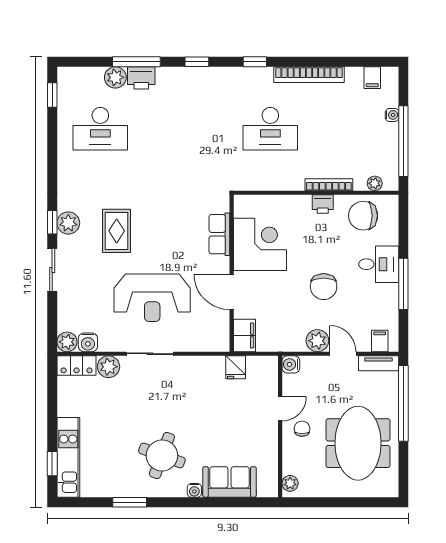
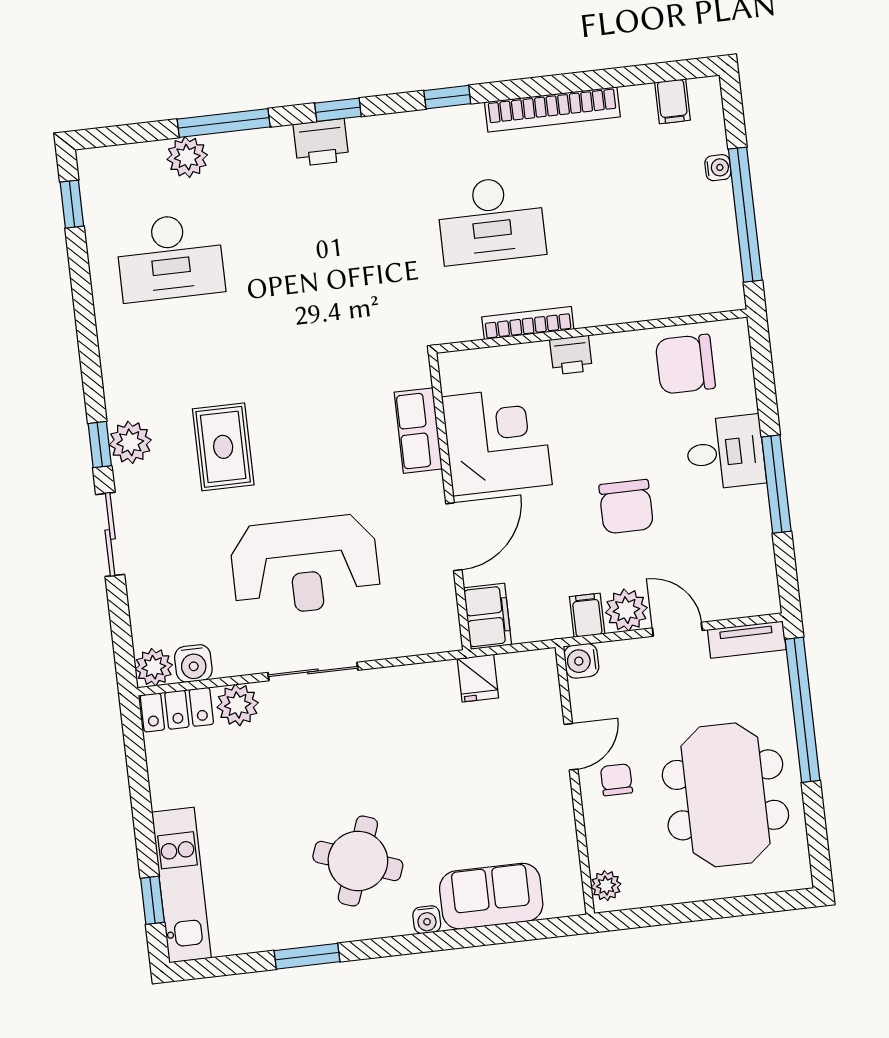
printer: (141, 78) -> (321, 142), moved
plant: (375, 183) -> (700, 301), removed
bookcase: (329, 185) -> (528, 323), moved
printer: (323, 204) -> (571, 355), moved
door: (232, 292) -> (454, 537), swing flipped
filing cabinet: (380, 341) -> (587, 615), moved

